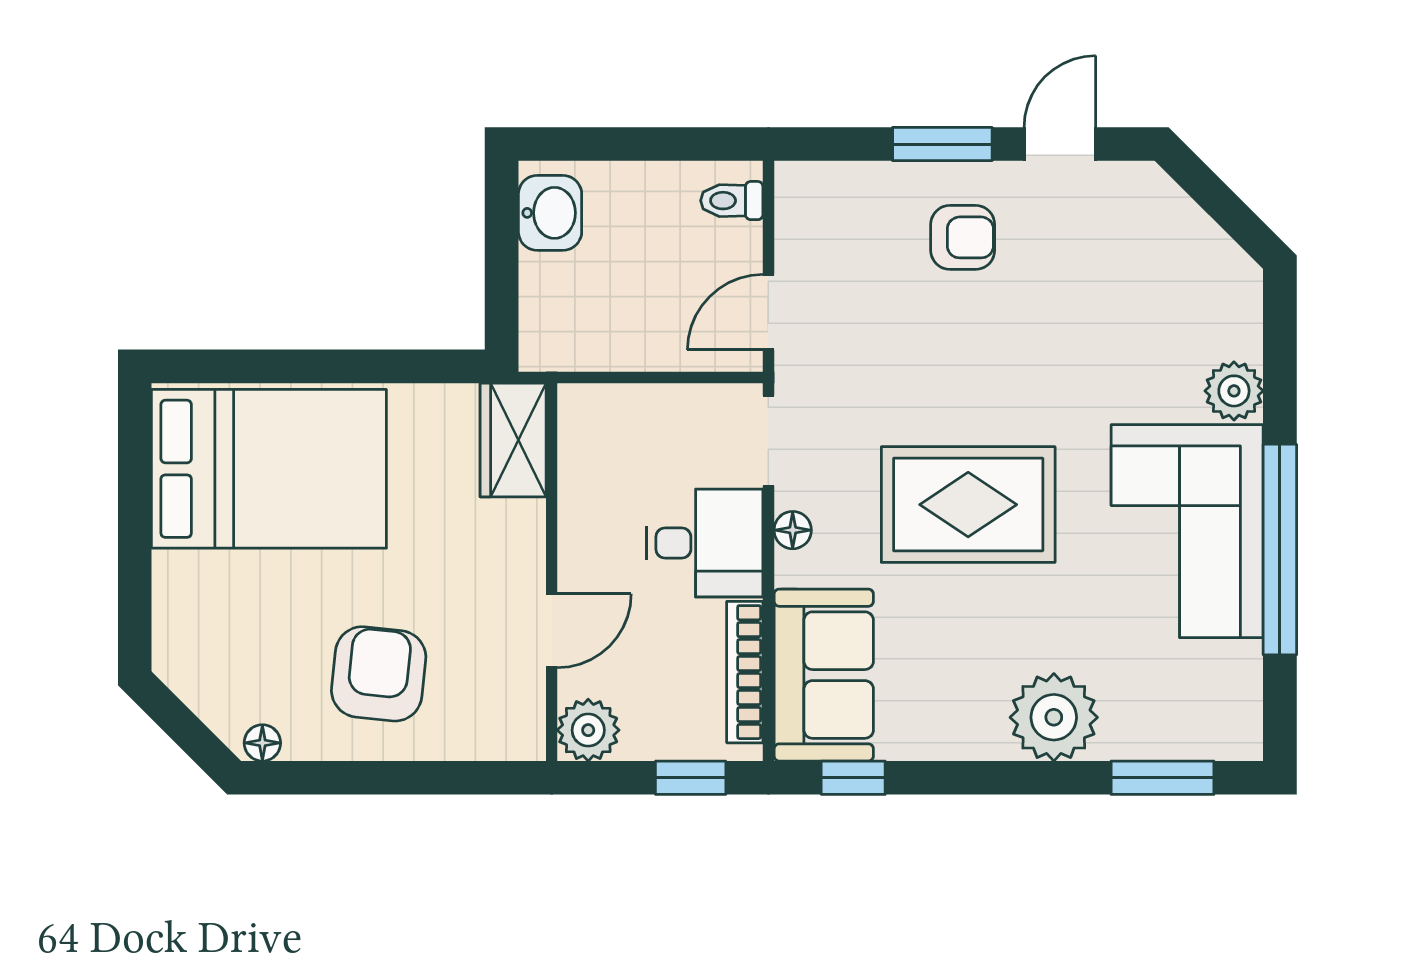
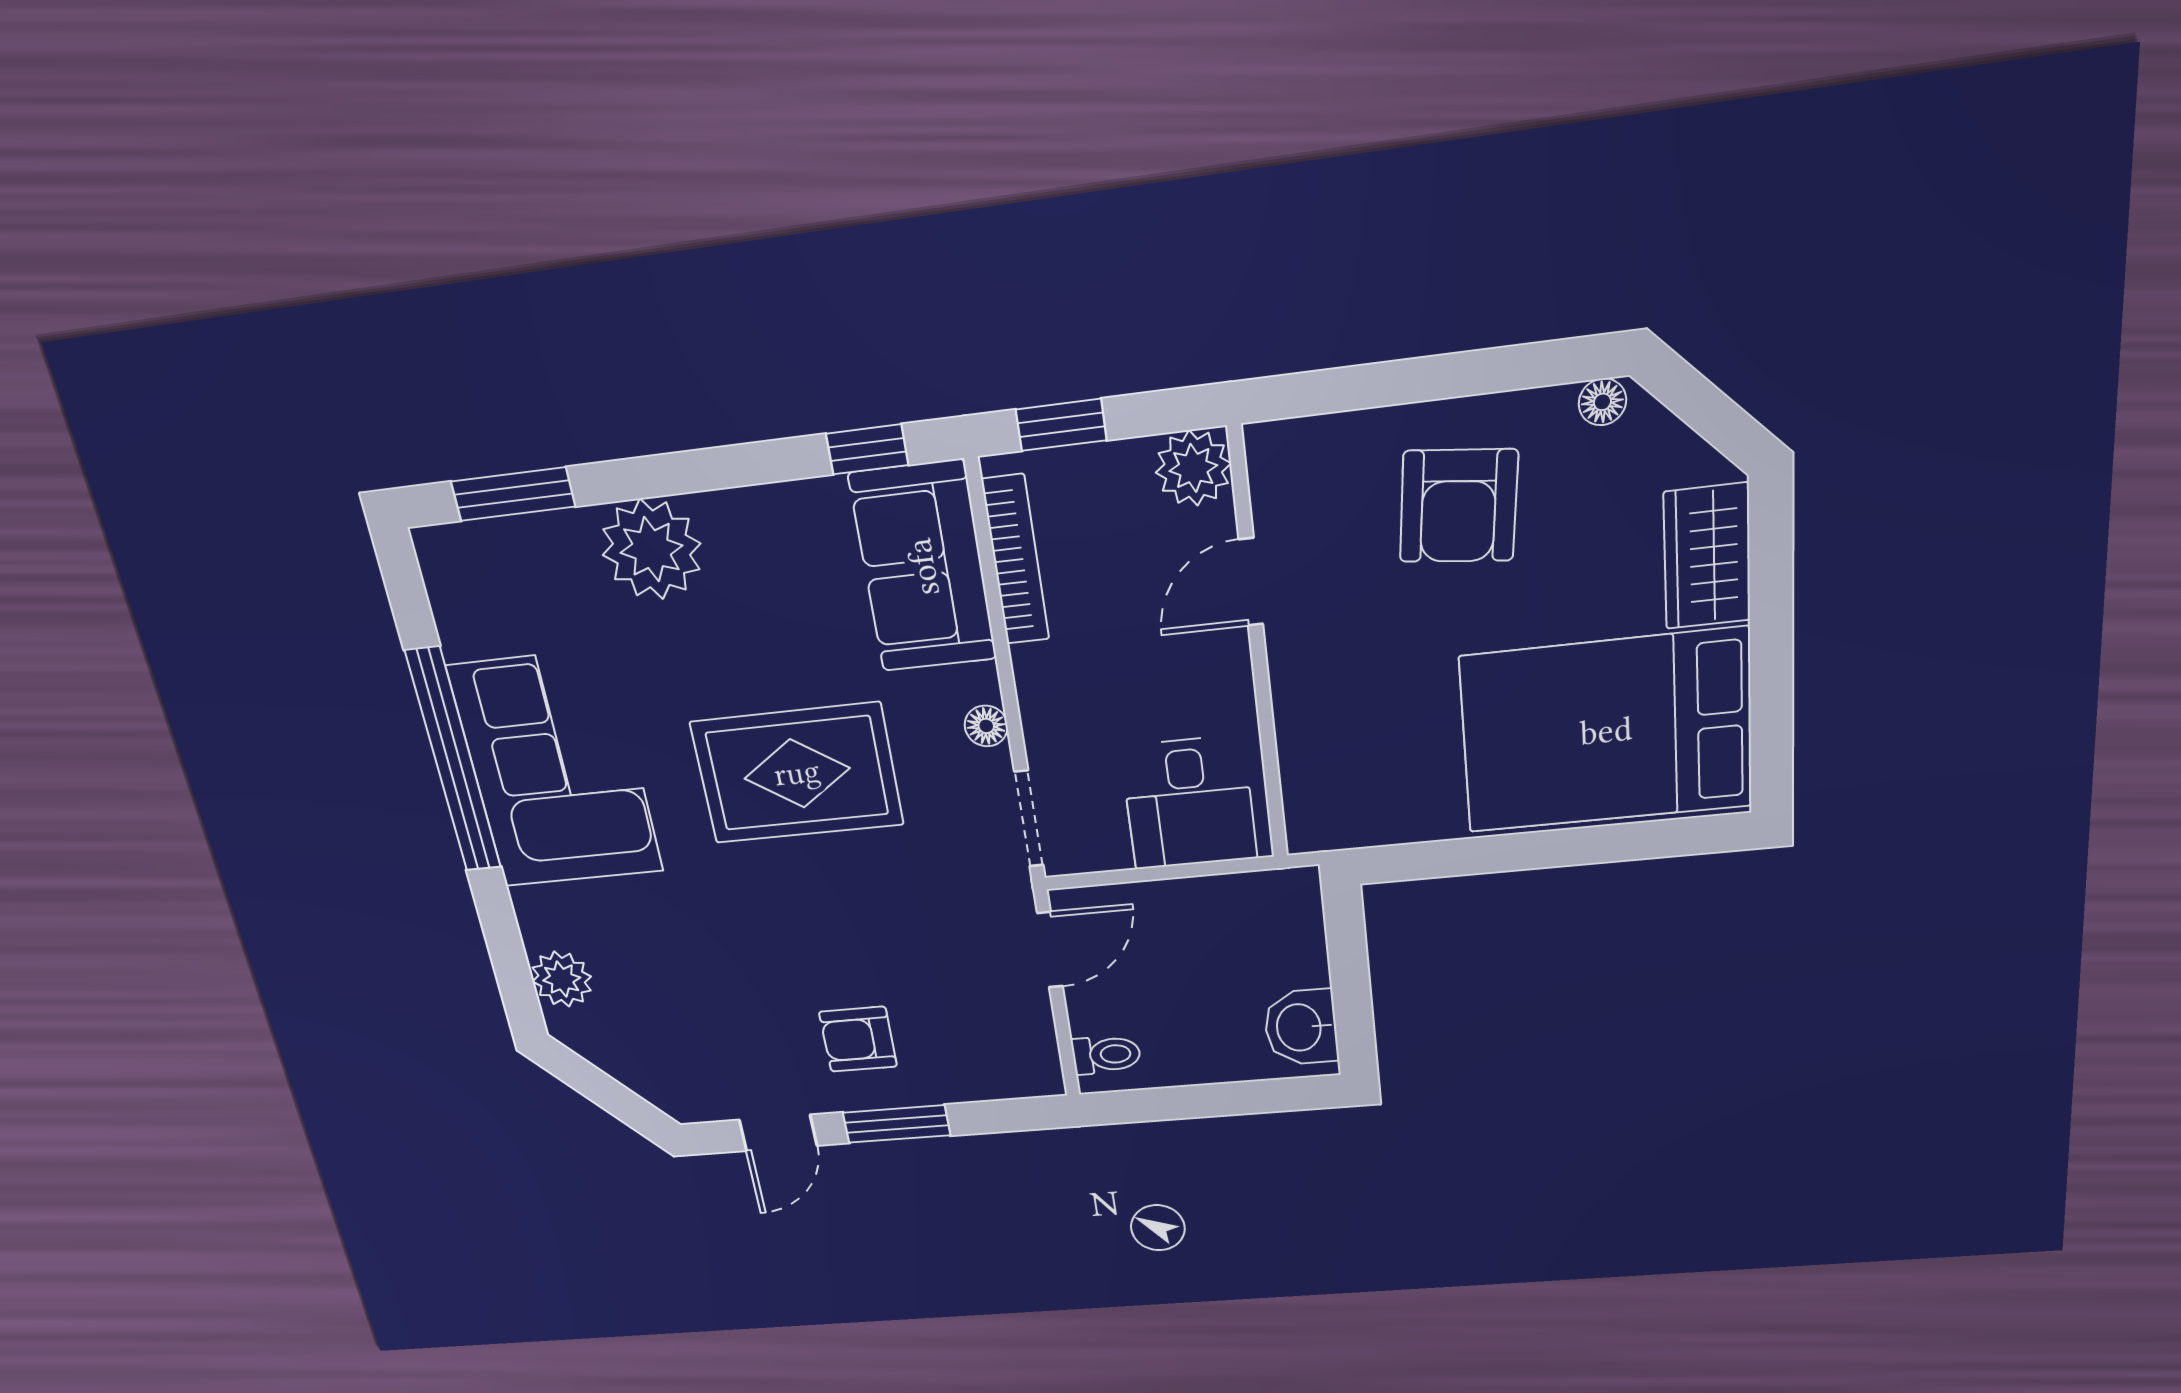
plant: (1234, 391) -> (562, 979), moved
wardrobe: (513, 440) -> (1707, 556), moved, turned 180
desk: (705, 543) -> (1189, 803), moved, turned -90

